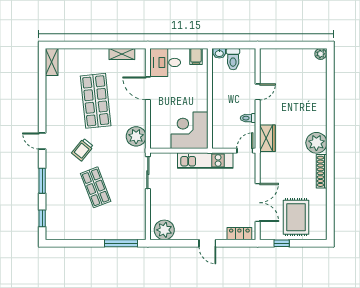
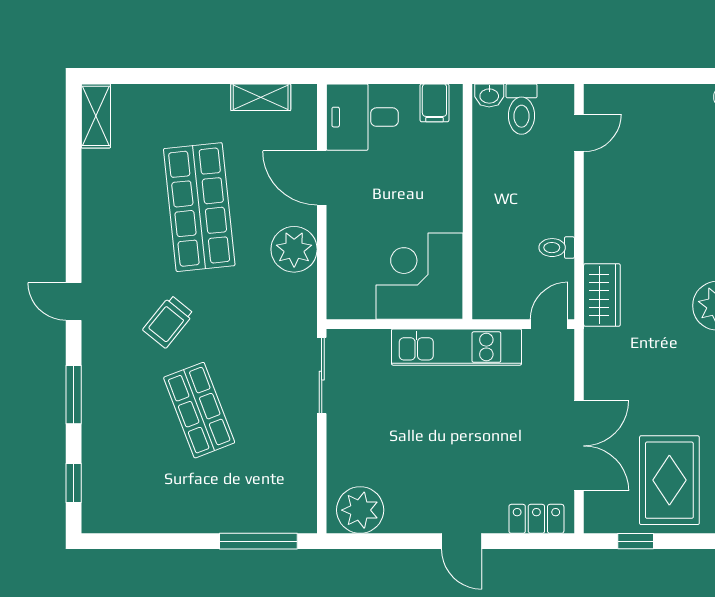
door: (258, 92) -> (579, 133), moved
plant: (136, 136) -> (294, 249), moved

